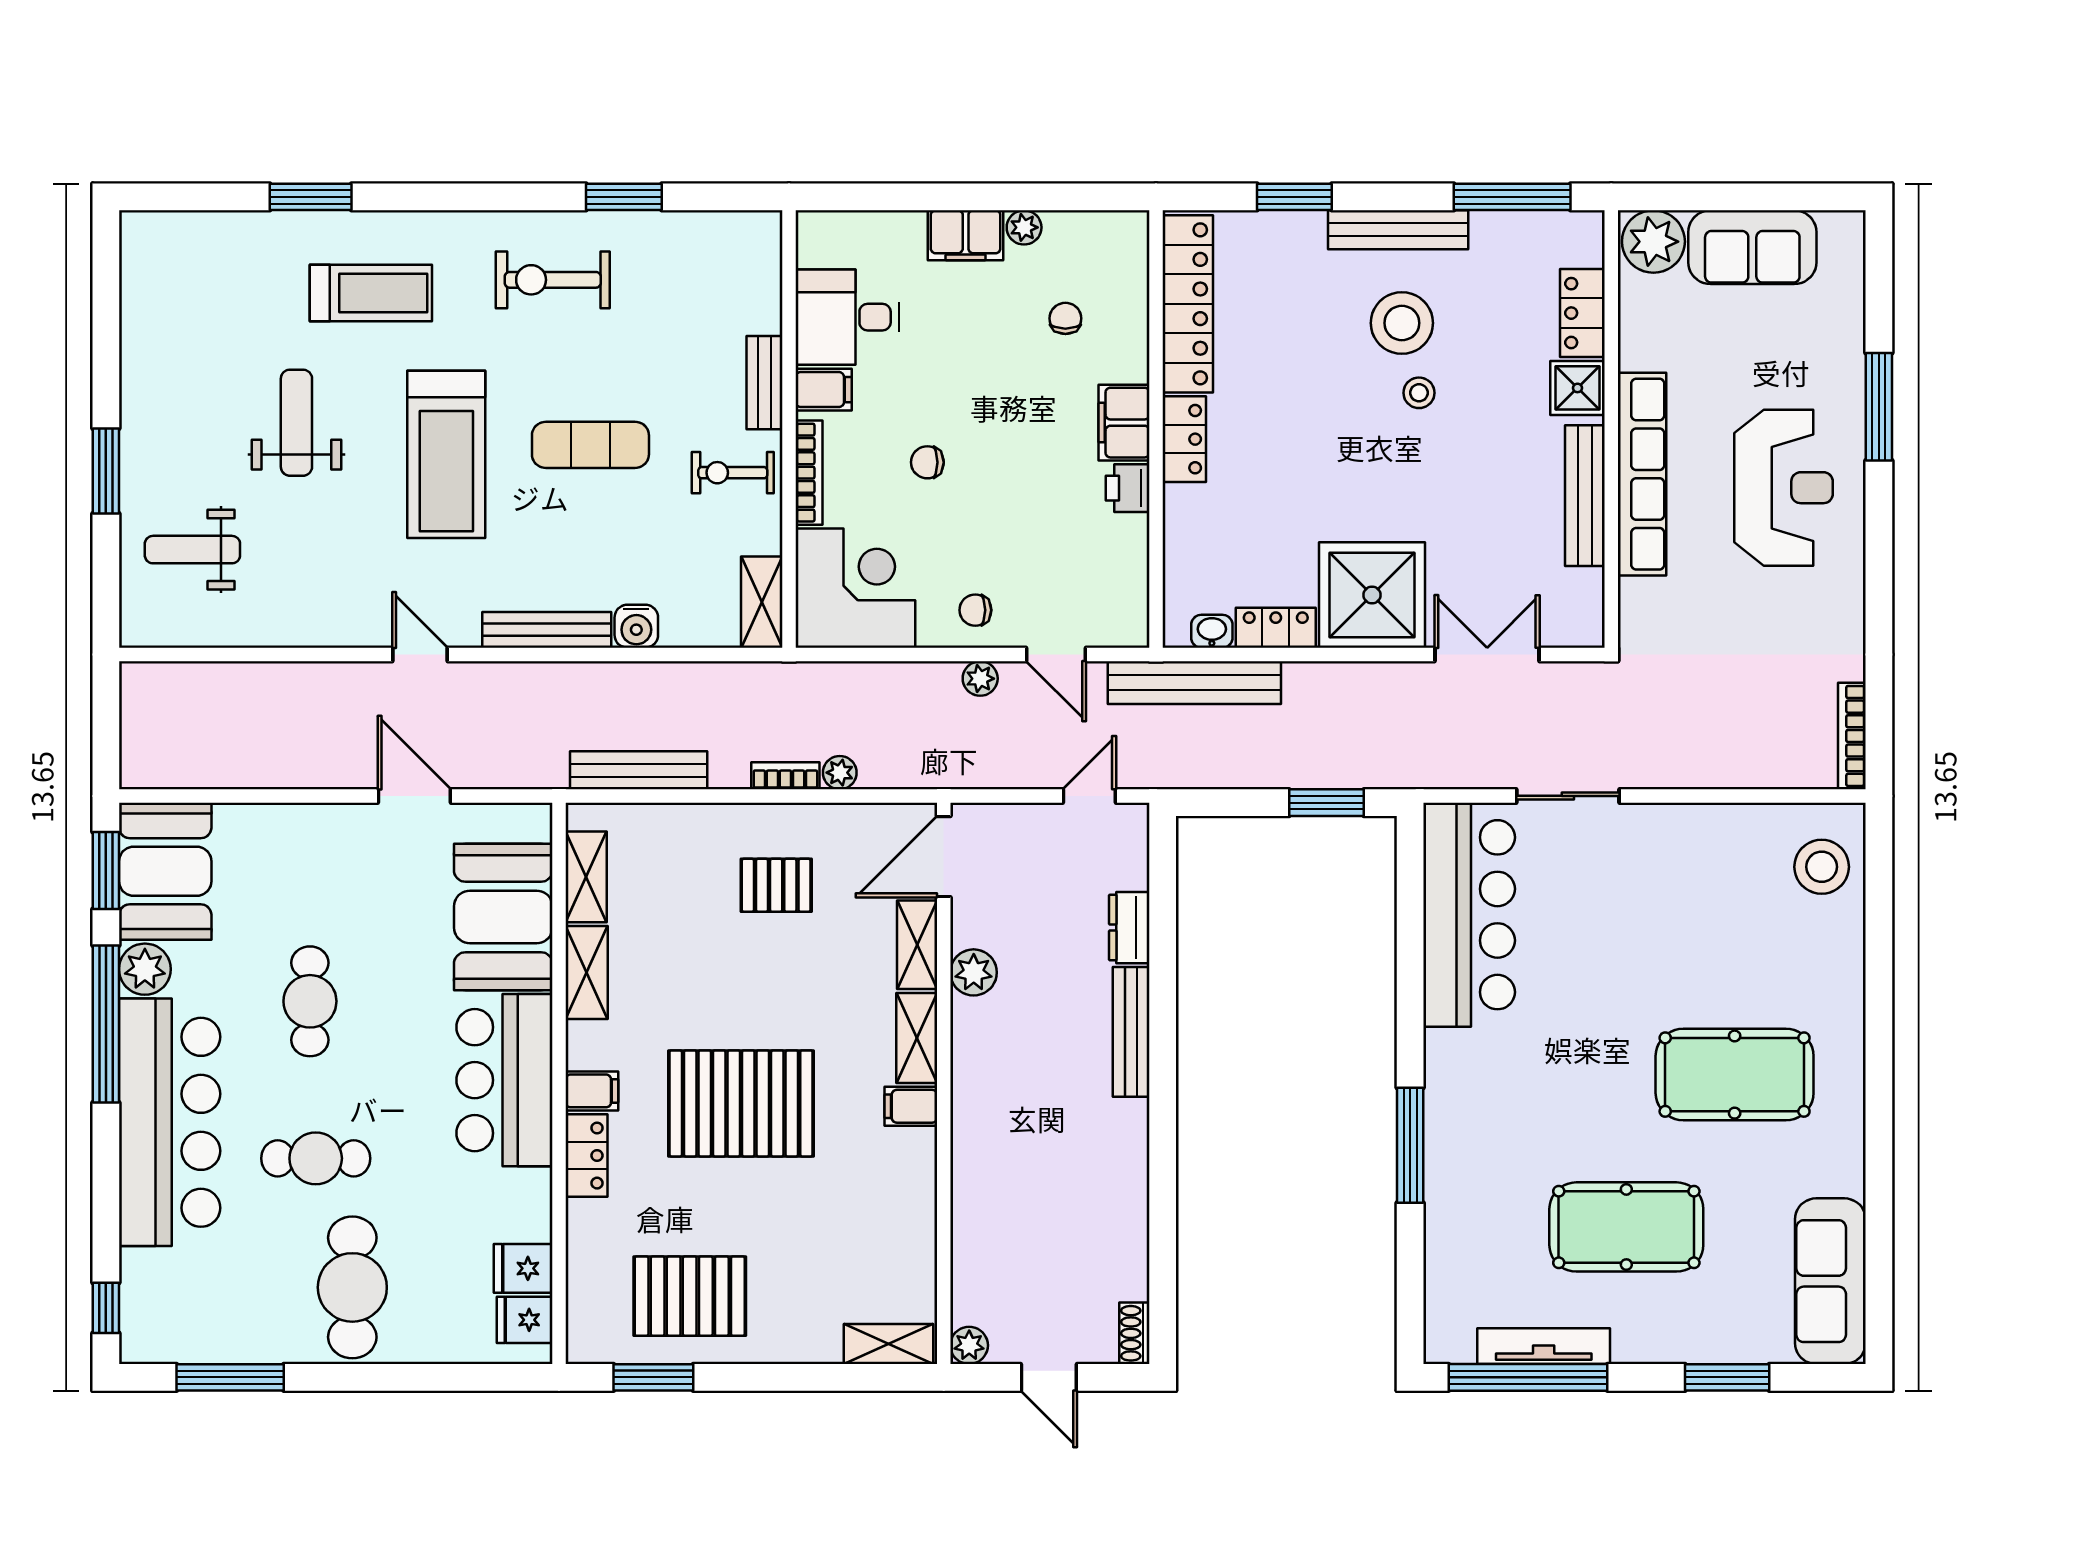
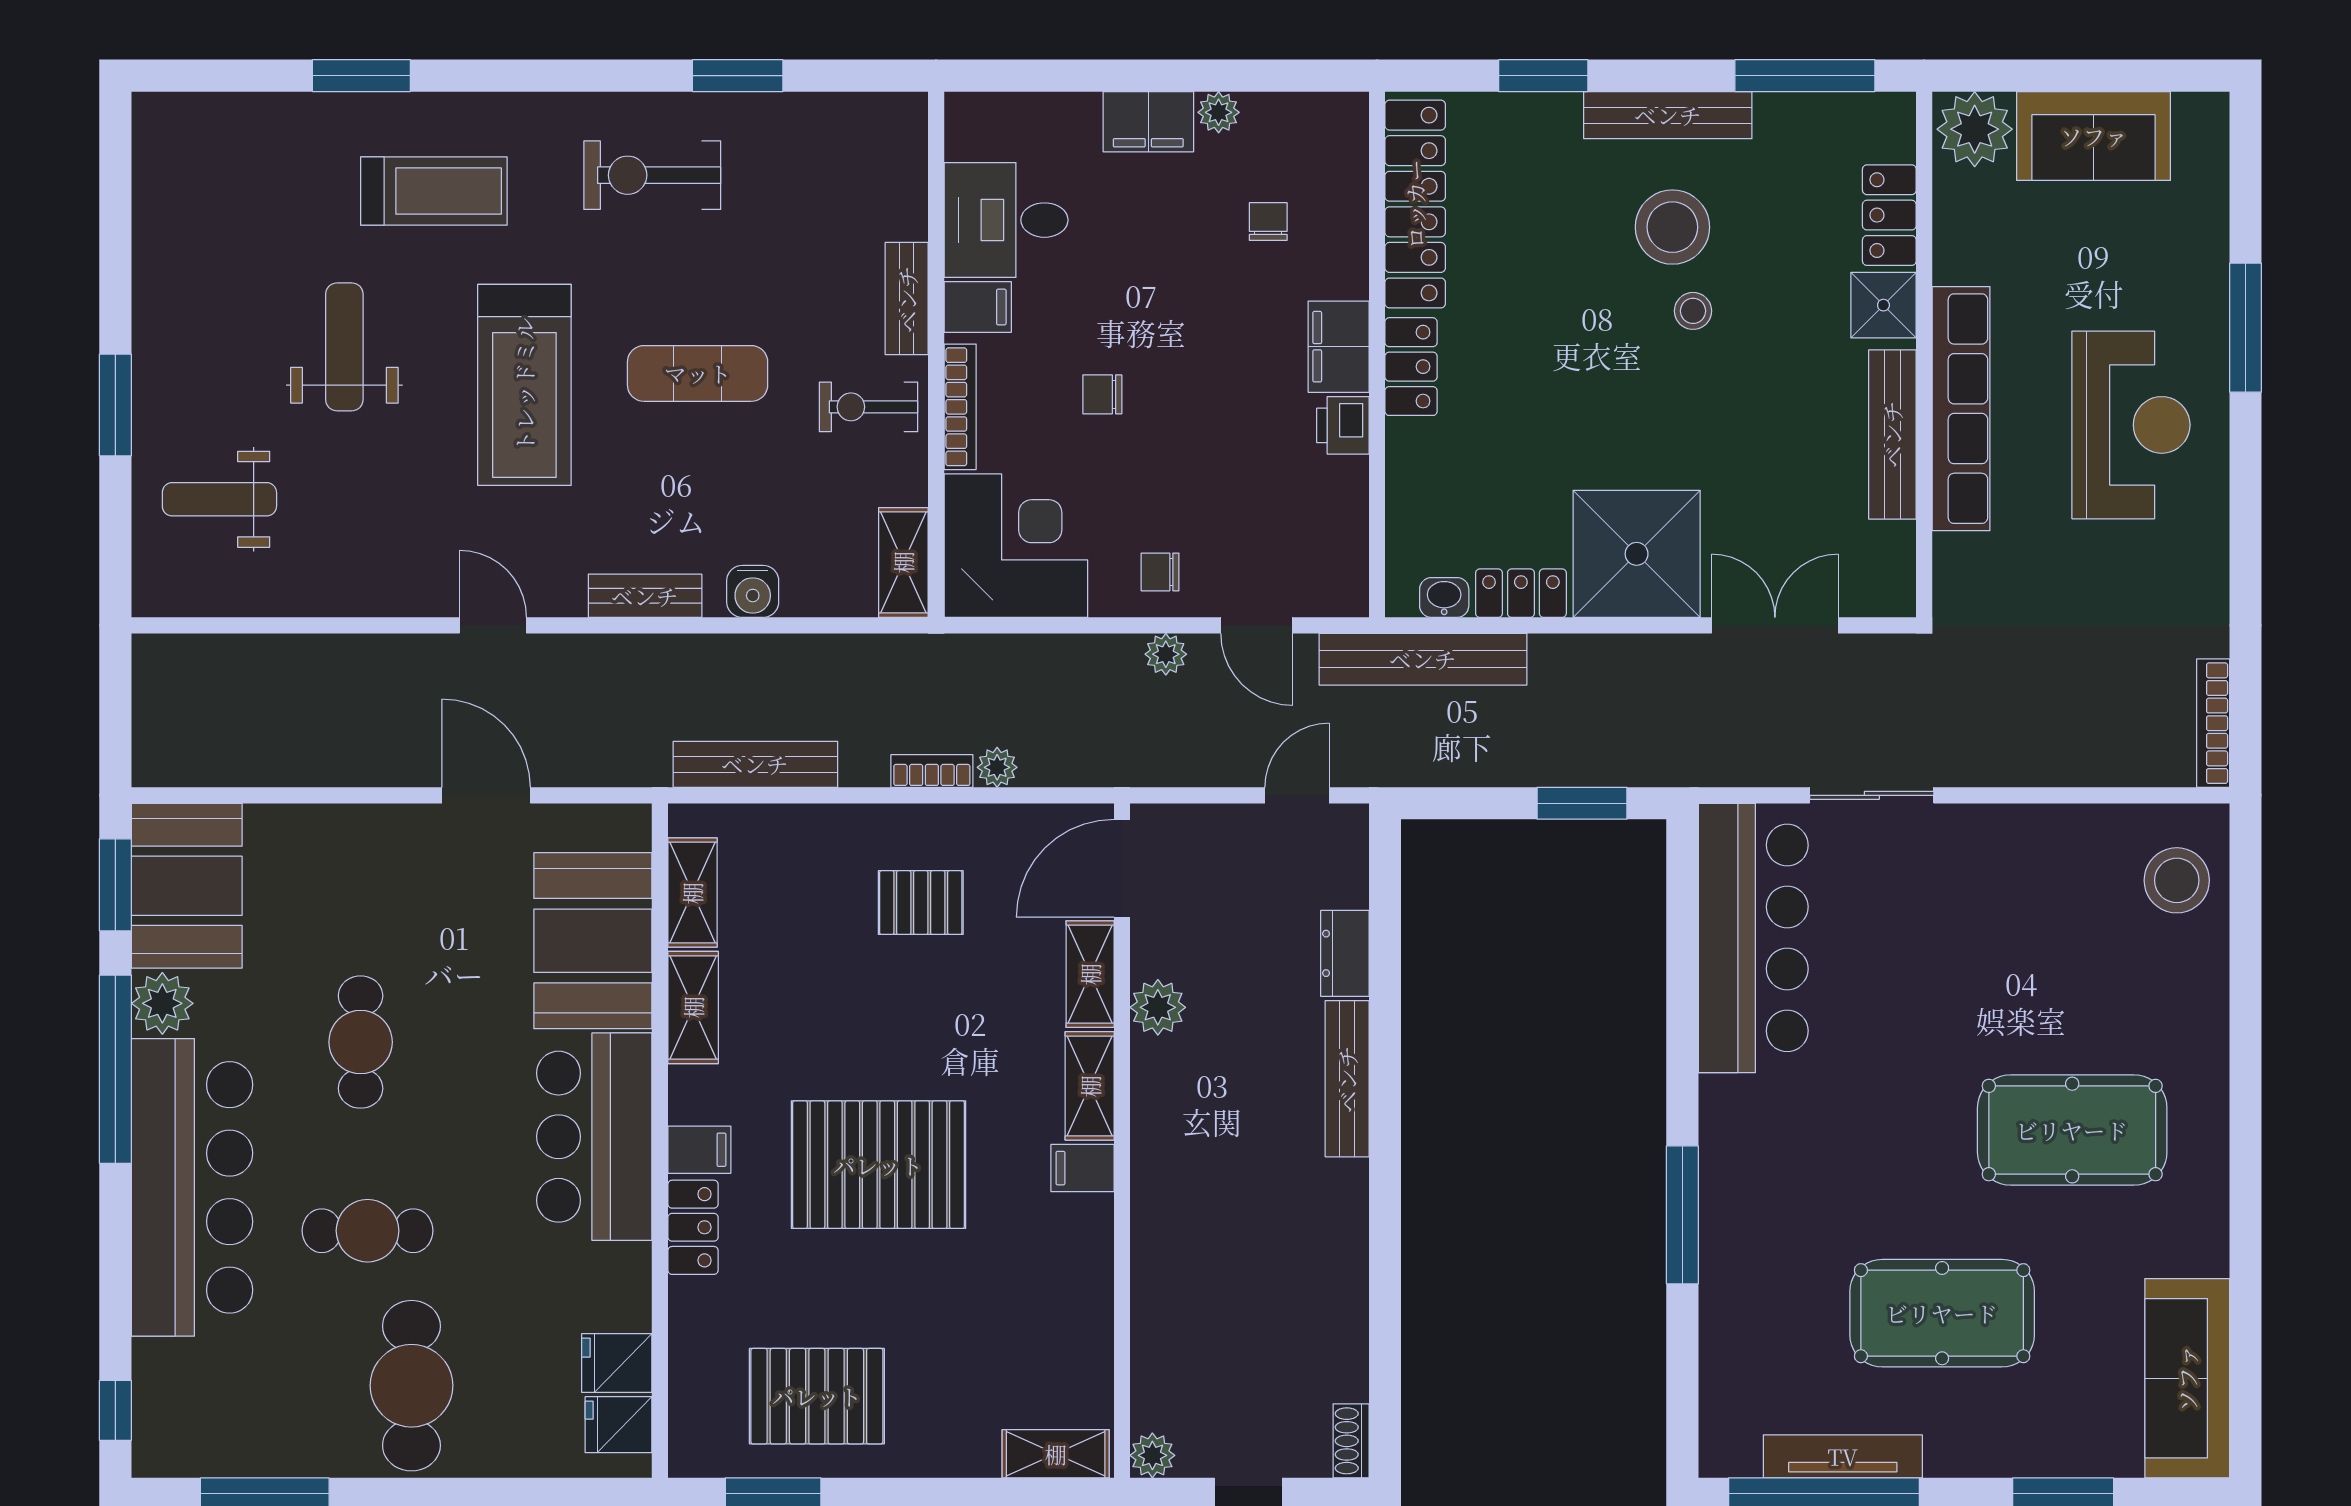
bench: (547, 630) -> (645, 596), width x0.73

